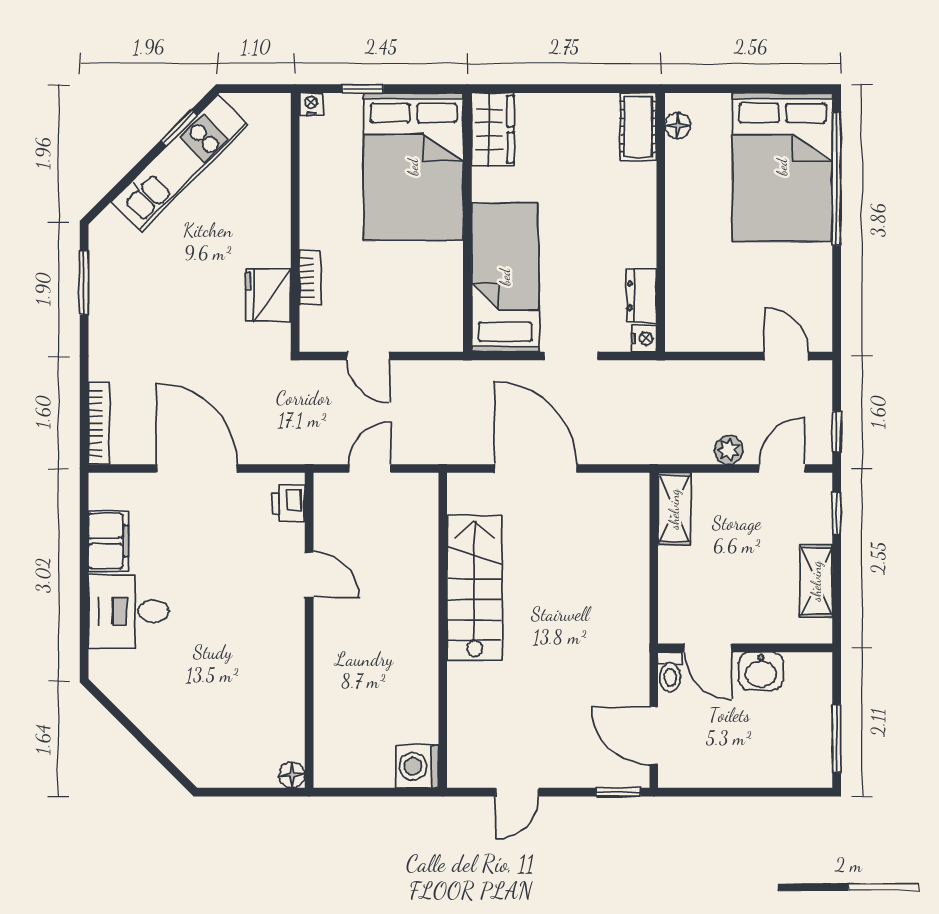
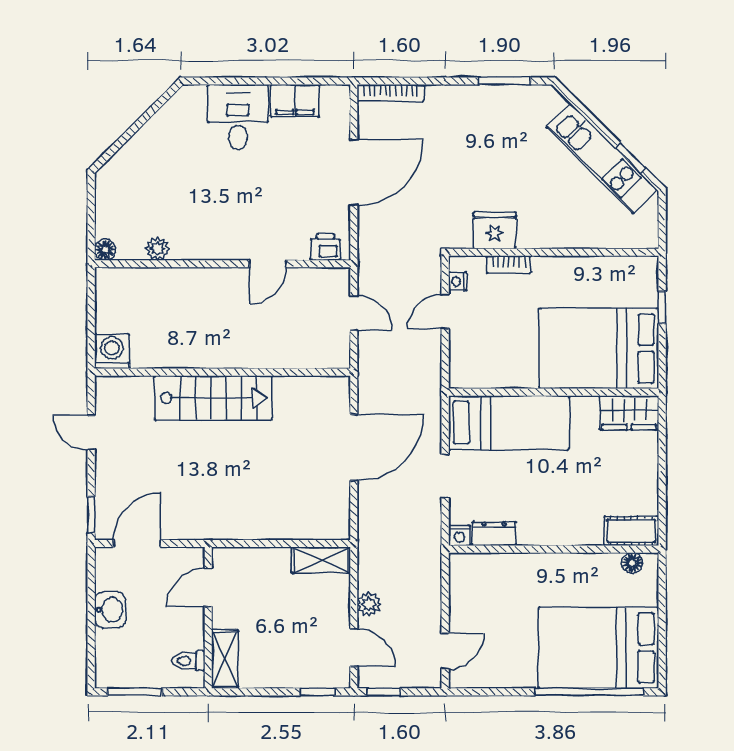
nightstand: (311, 104) -> (458, 281), moved, turned 180
shelving: (816, 581) -> (225, 659), moved, turned 90
stairs: (474, 588) -> (213, 398), moved
washbasin: (761, 671) -> (110, 610), moved, turned 180
toilet: (670, 672) -> (189, 661), moved
plant: (290, 710) -> (157, 249), added

